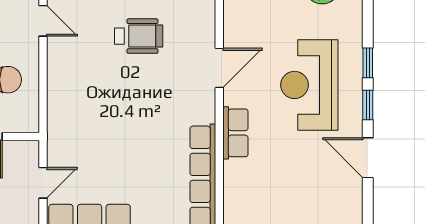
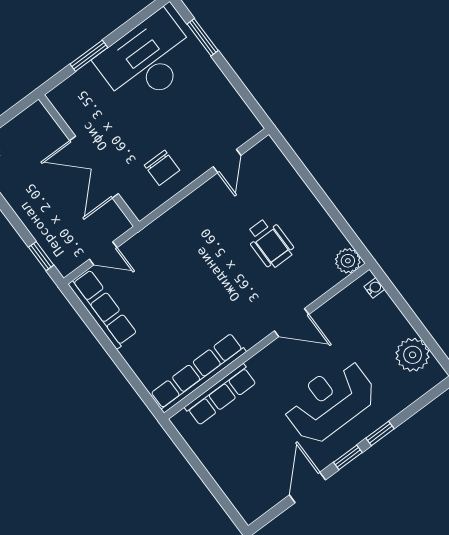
row of seats: (235, 133) -> (221, 395), moved, width x1.48

